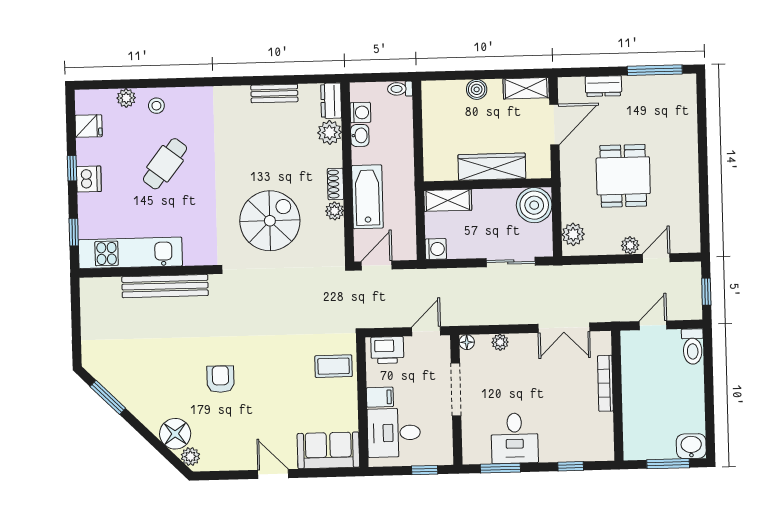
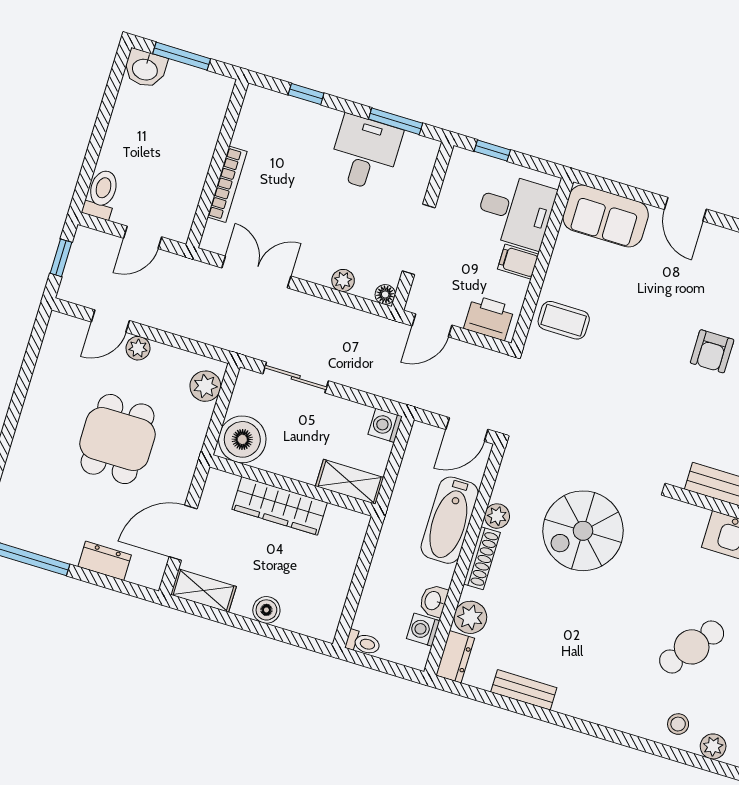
shoe rack: (336, 184) -> (482, 558), width x1.43

